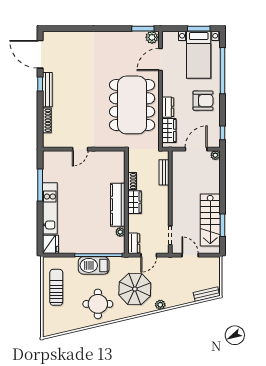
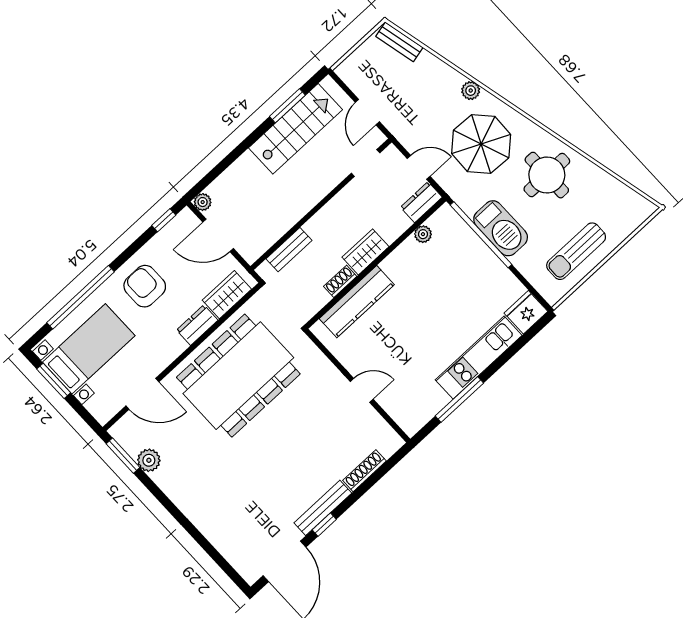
plant: (152, 37) -> (149, 460), moved
kitchen counter: (118, 205) -> (357, 302), moved

